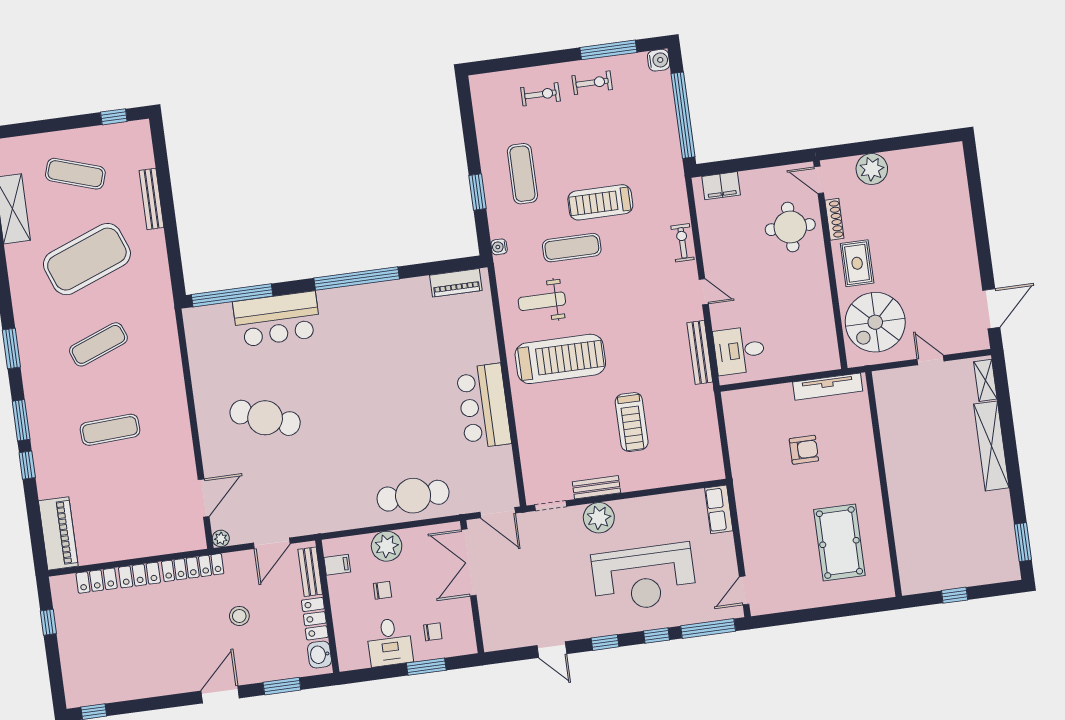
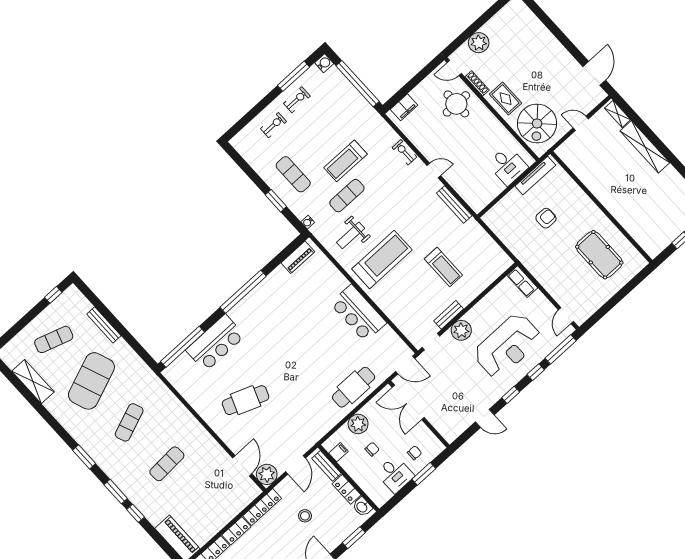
desk: (739, 351) -> (508, 166), moved, turned -90
plant: (221, 538) -> (267, 474), width x1.88, depth x1.88

